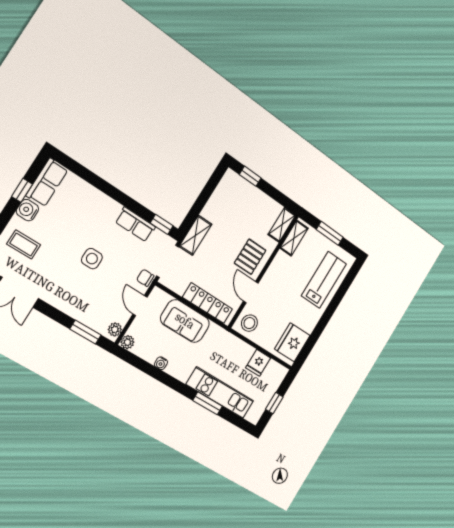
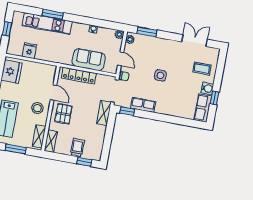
trolley: (251, 201) -> (77, 147), added
stool: (249, 323) -> (37, 108), moved

